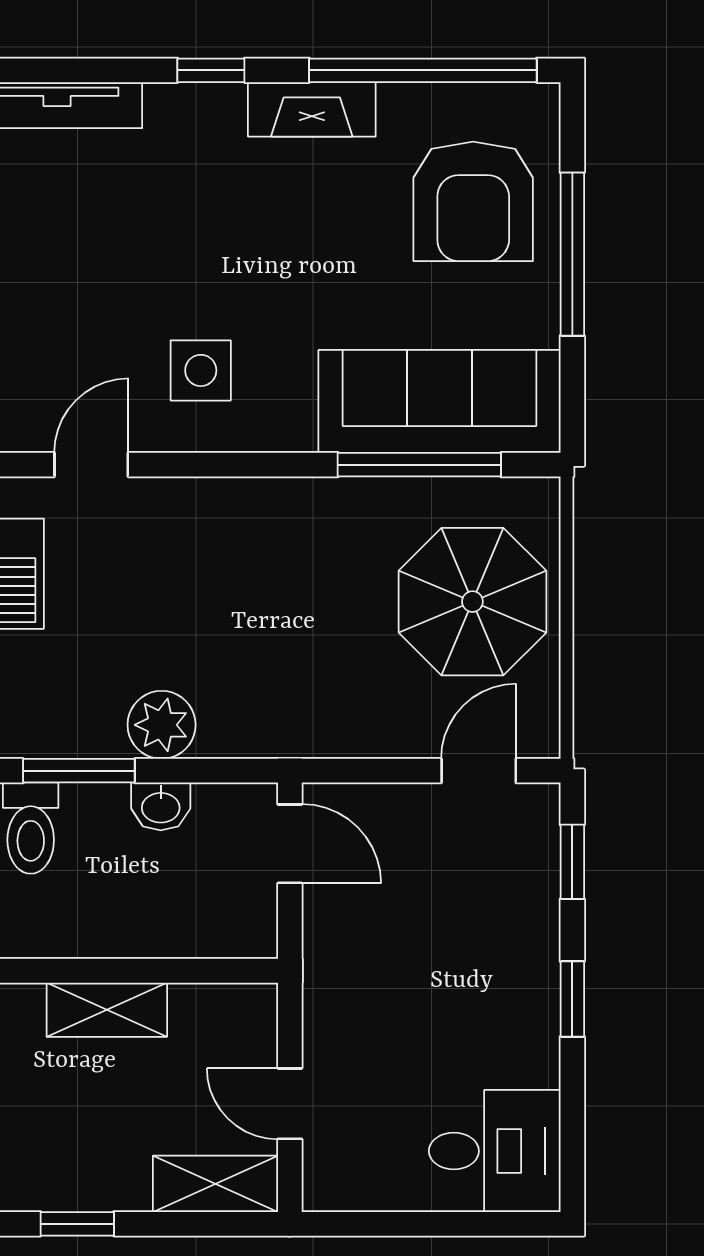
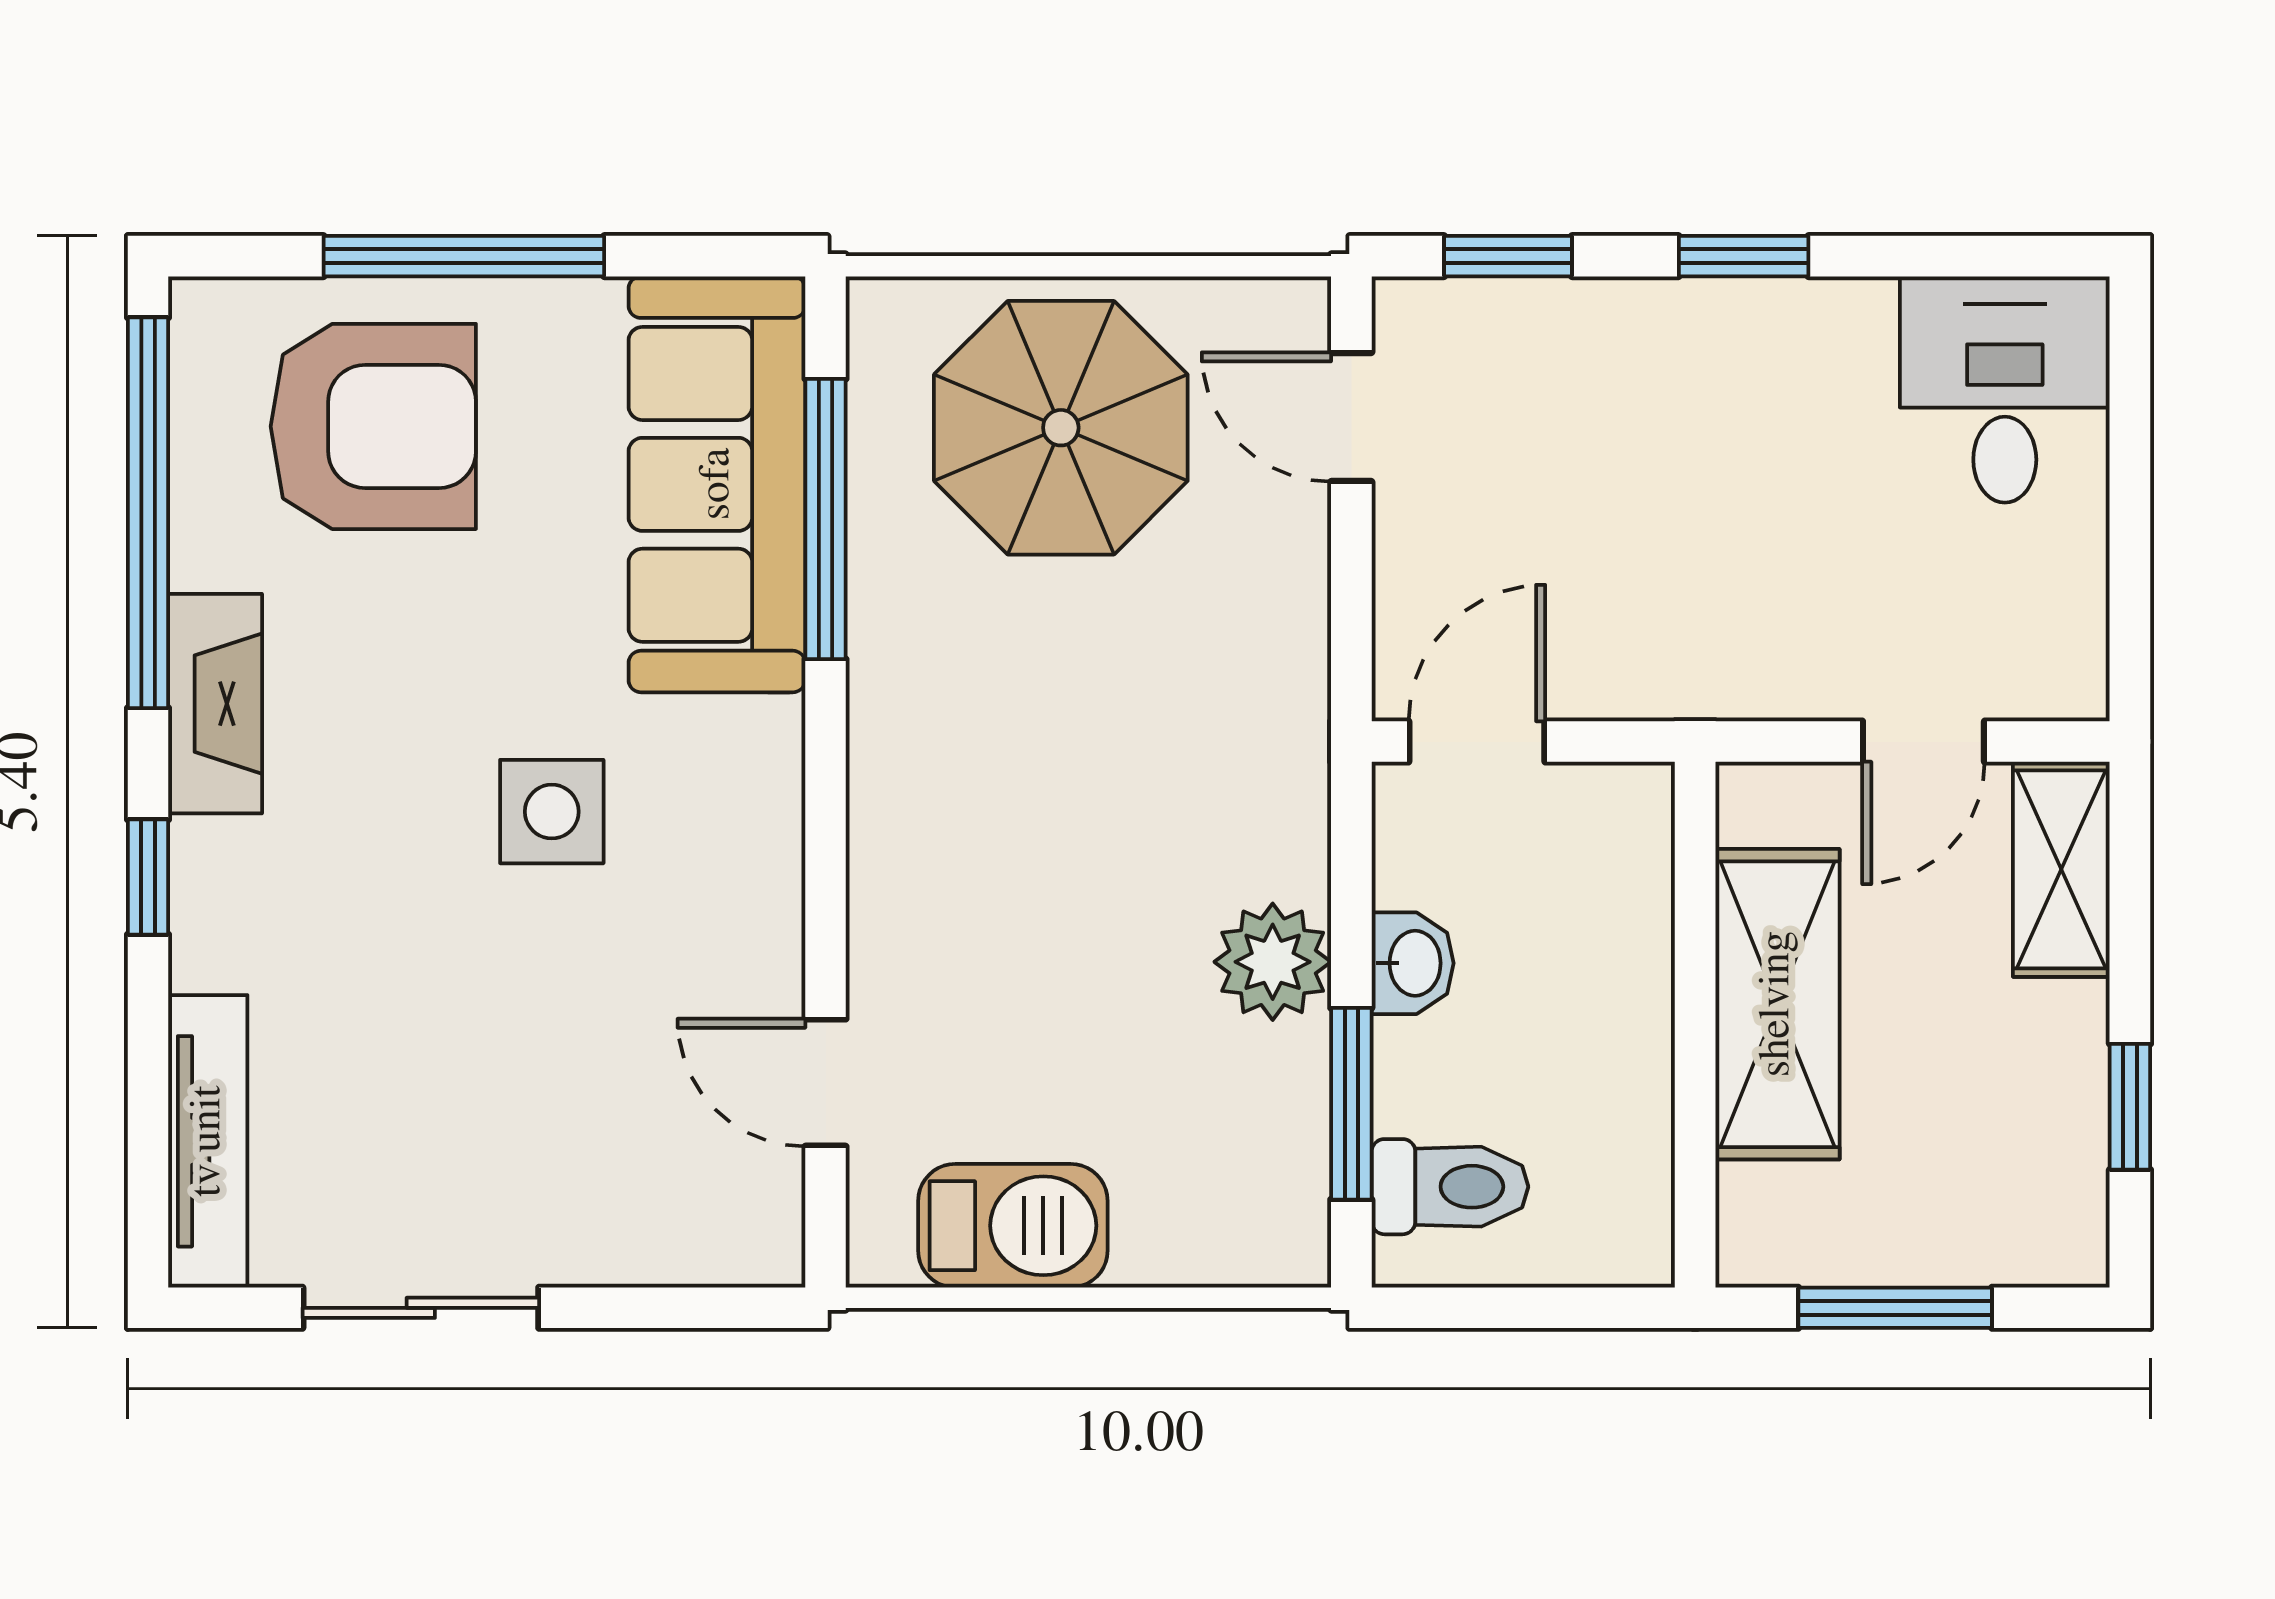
side table: (201, 370) -> (552, 812), moved
shelving: (107, 1010) -> (1777, 1004), width x1.50, depth x1.33

